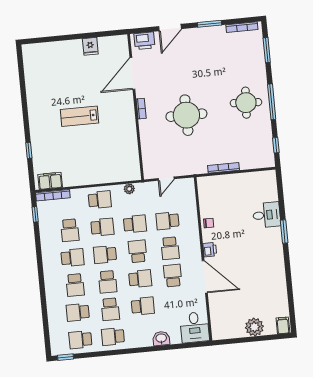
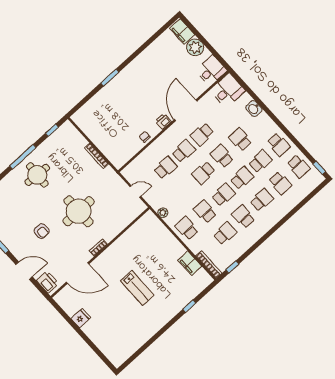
armchair: (193, 69) -> (42, 231), added
filing cabinet: (50, 181) -> (190, 263), moved
desk: (267, 215) -> (211, 70), moved, turned 90
school desk: (167, 221) -> (165, 168), turned -90
school desk: (135, 224) -> (185, 190), removed
school desk: (105, 254) -> (223, 195), turned -90
filing cabinet: (283, 325) -> (182, 32), width x2.00

